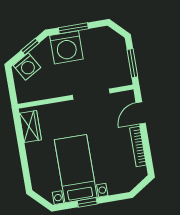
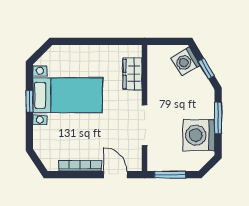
washing machine: (66, 47) -> (199, 135), moved
wardrobe: (30, 127) -> (133, 74), moved, turned 90

